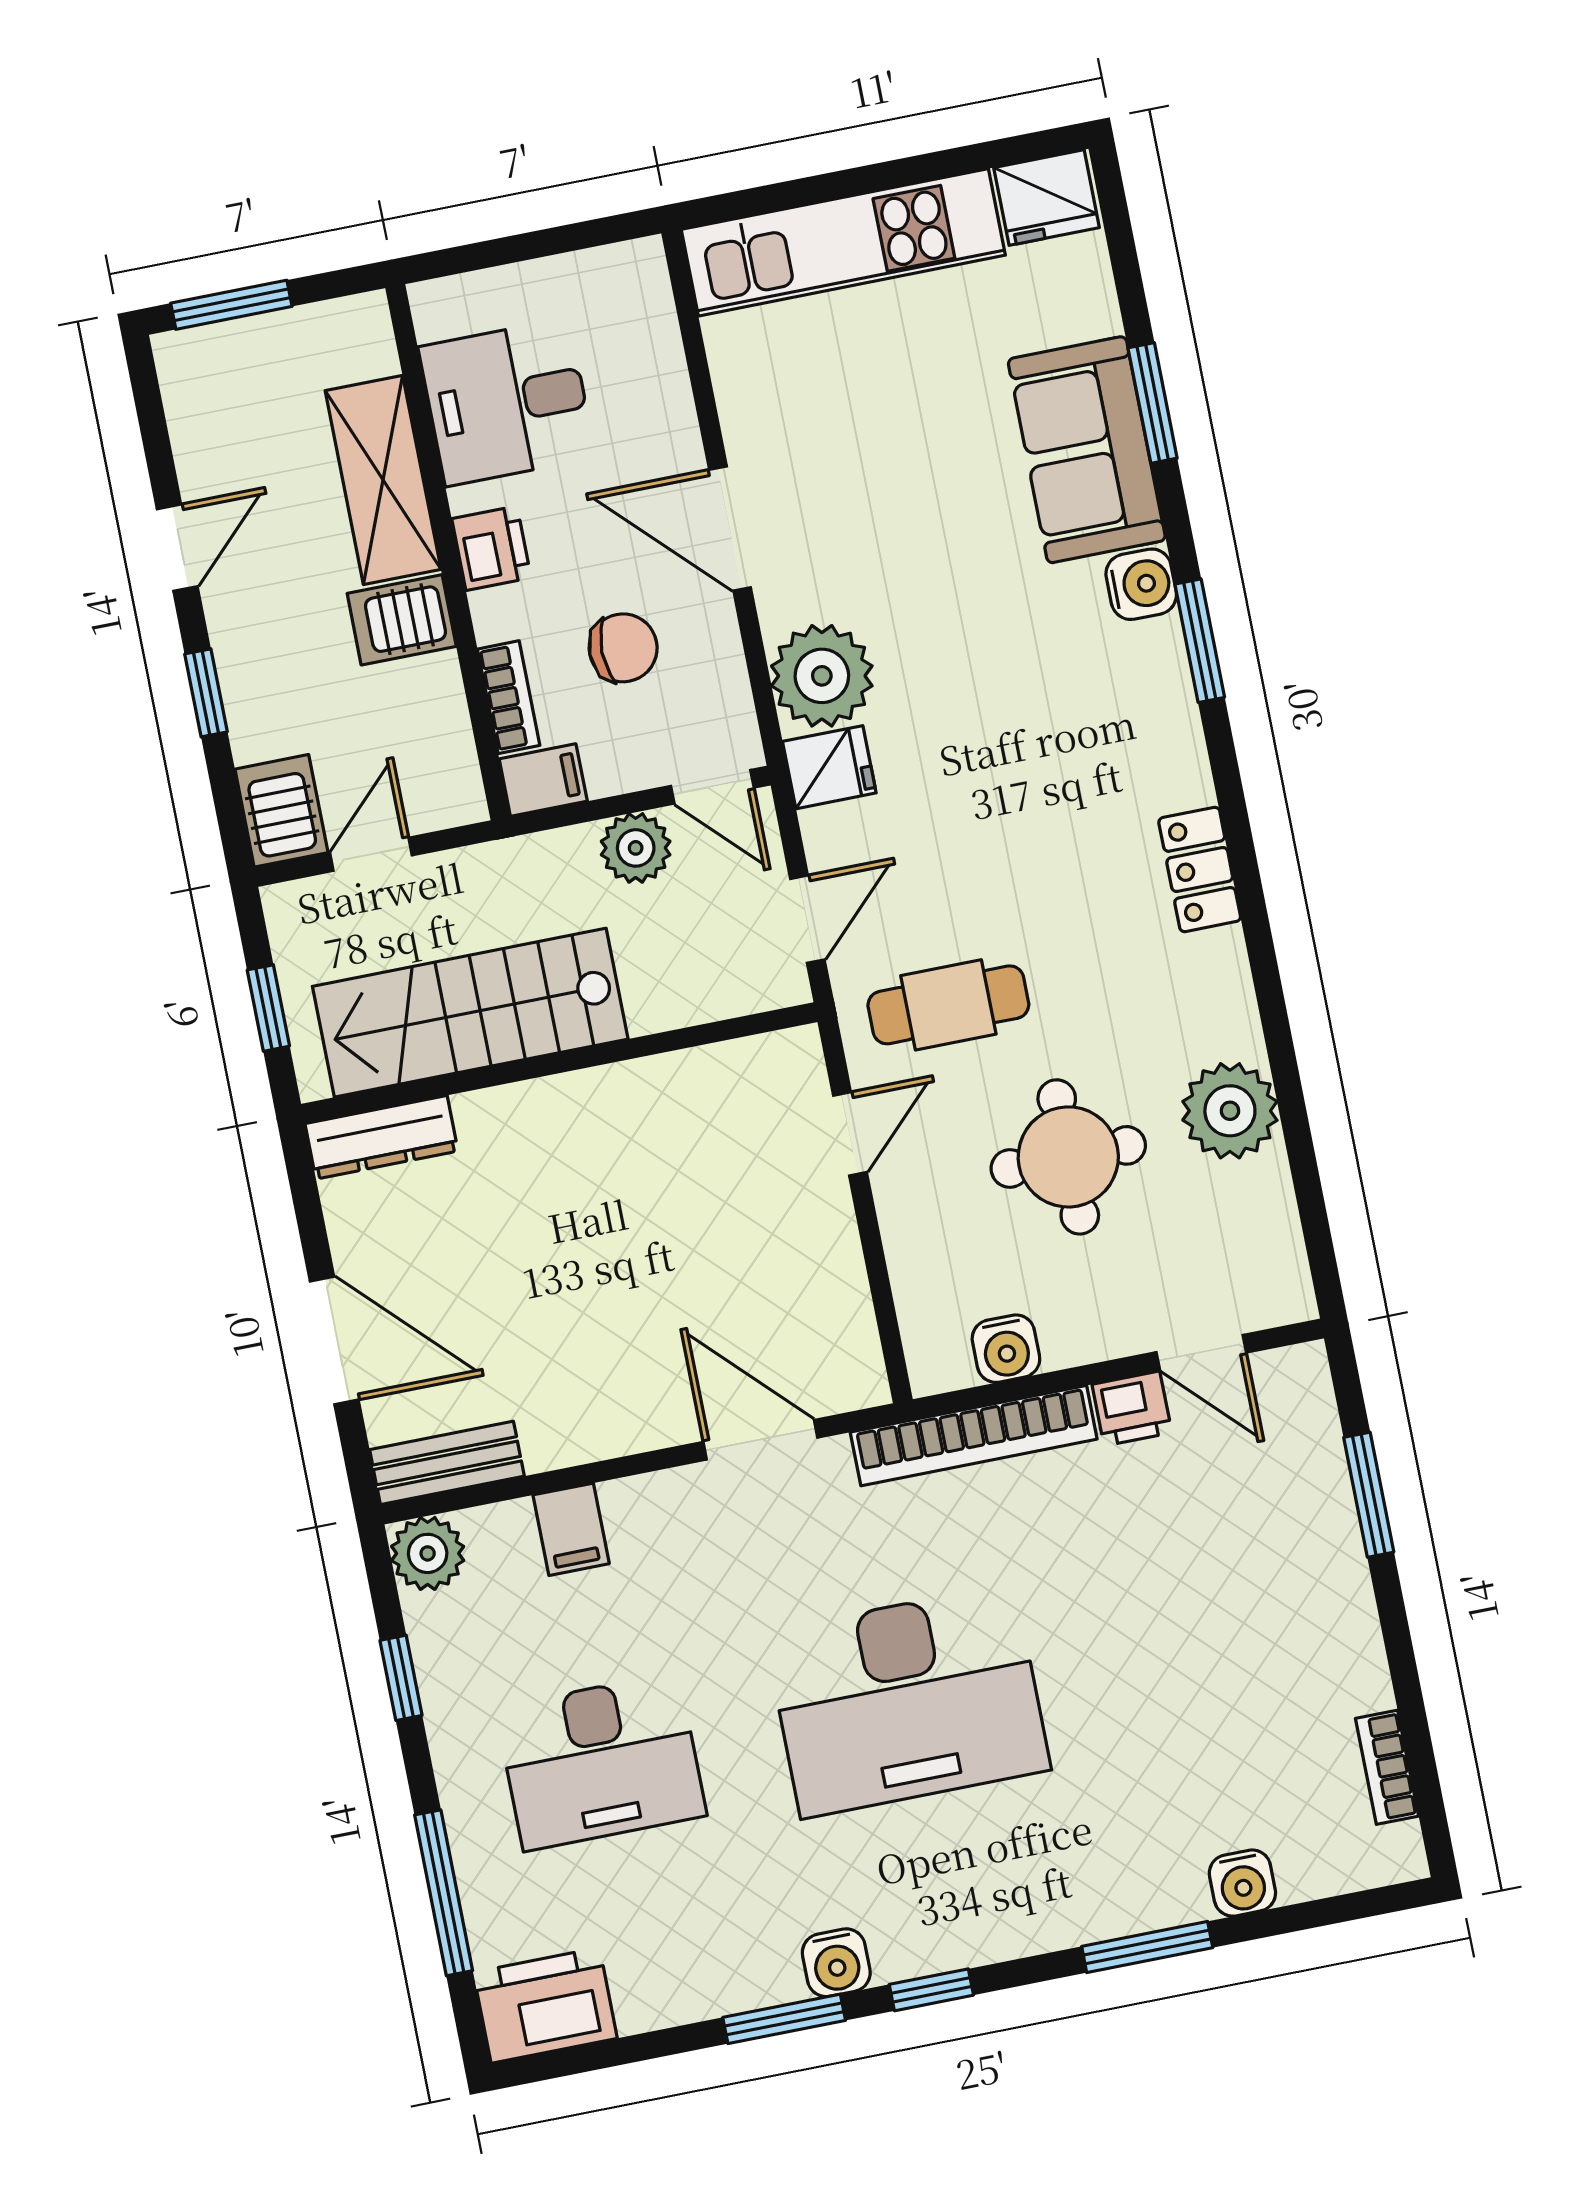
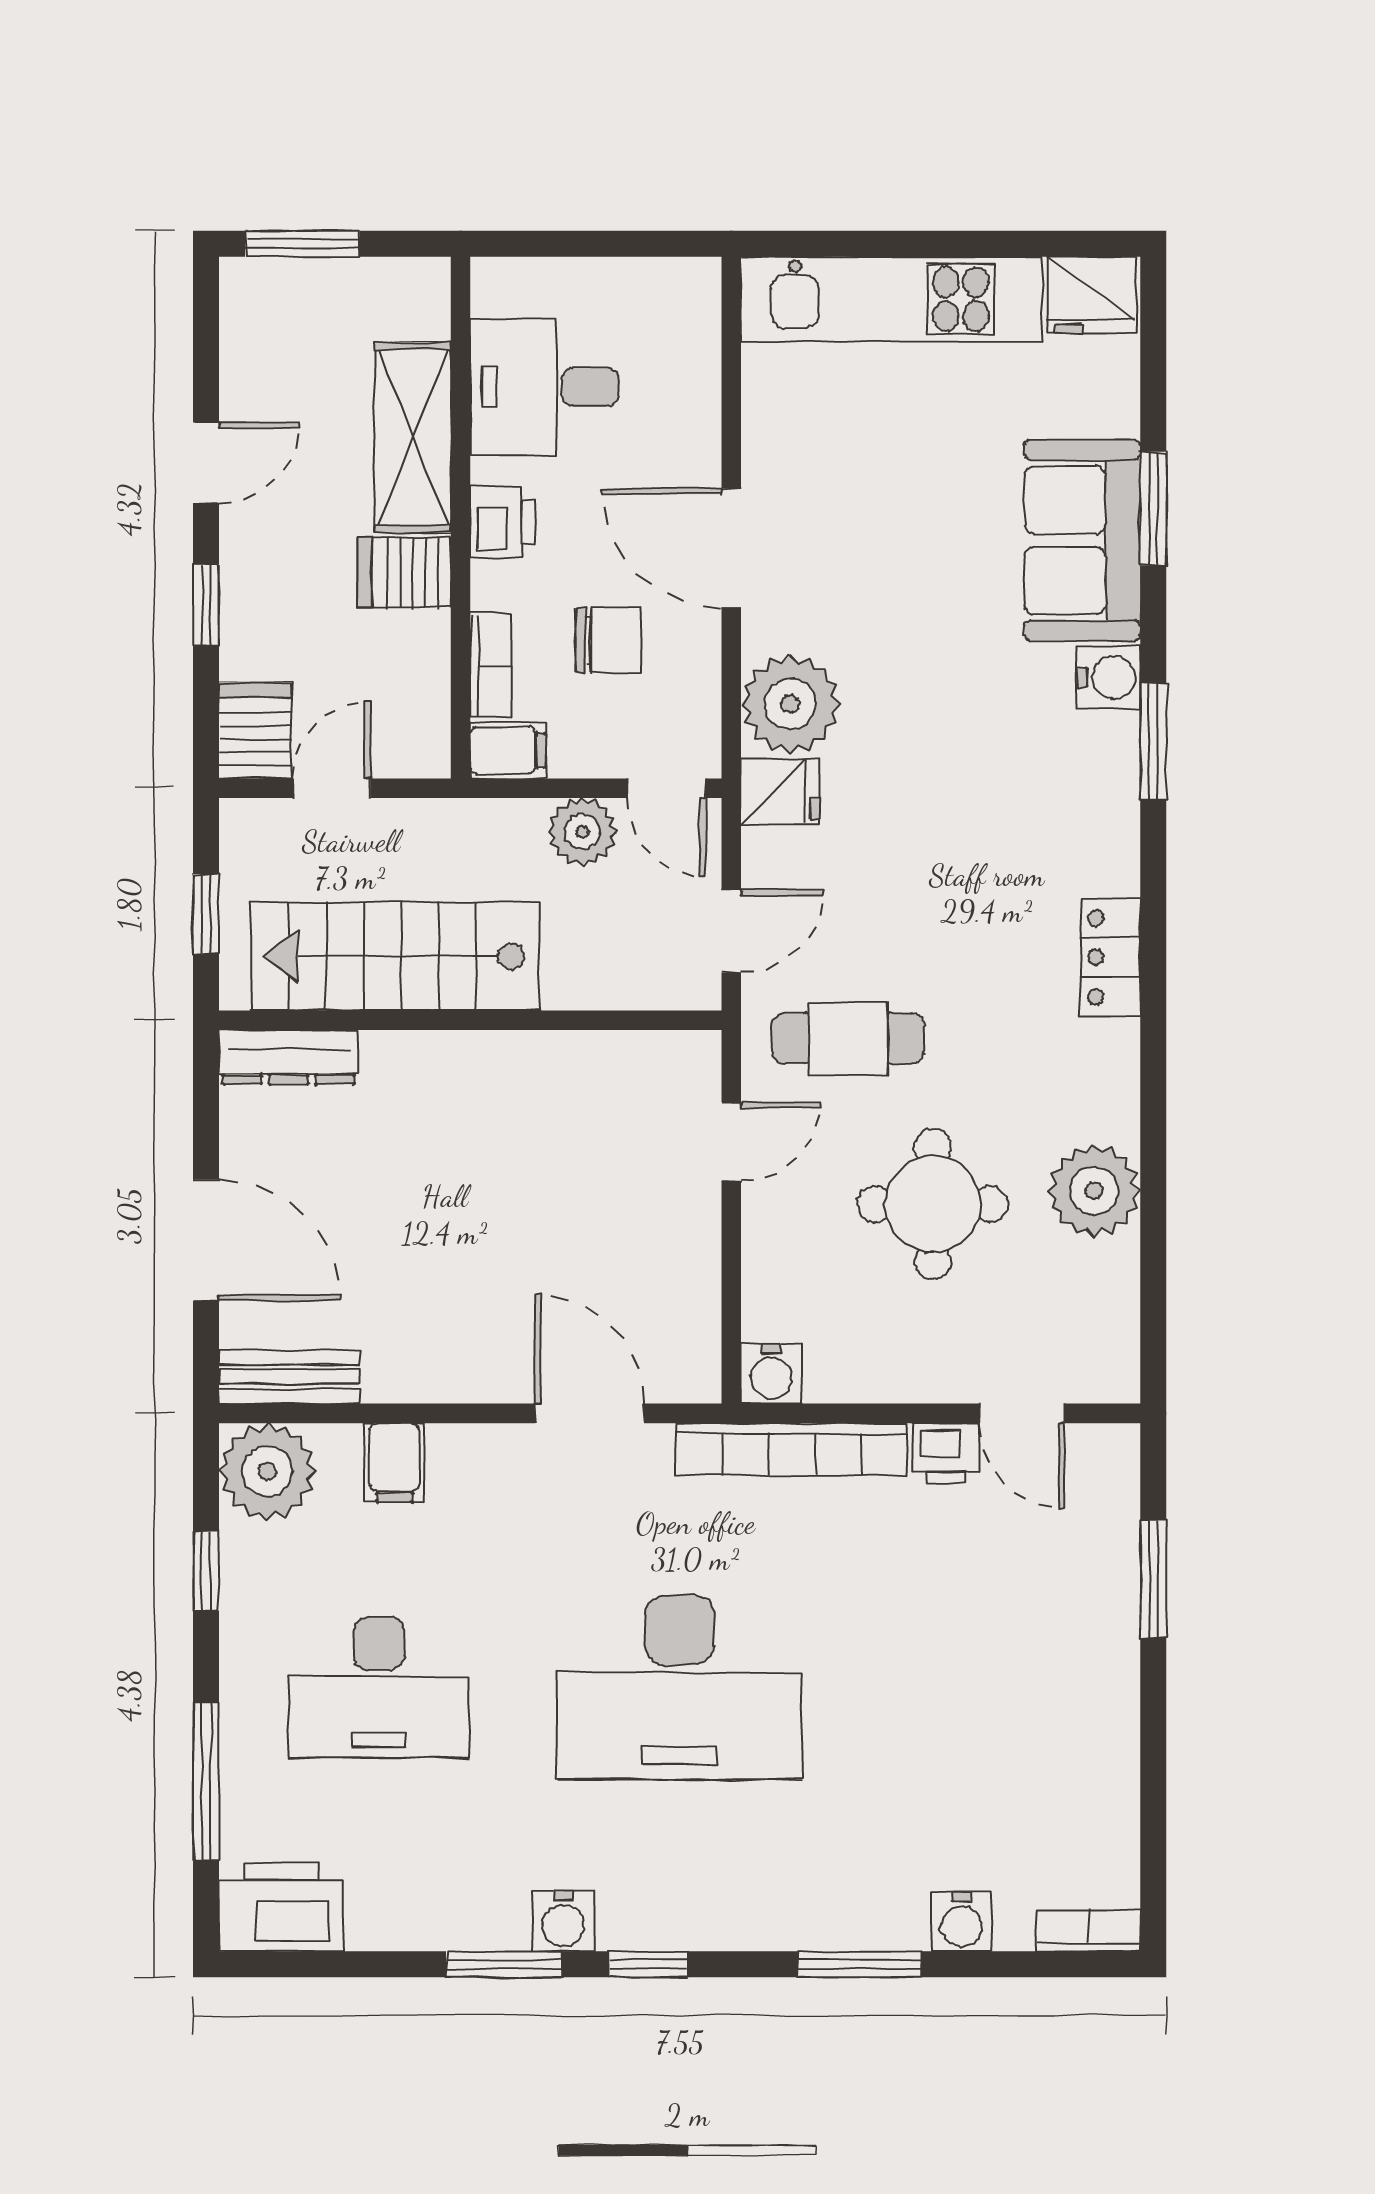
water cooler: (1006, 1349) -> (771, 1373), moved
plant: (428, 1553) -> (267, 1471), width x1.36, depth x1.36
bookcase: (1387, 1767) -> (1088, 1931), moved, turned 90

